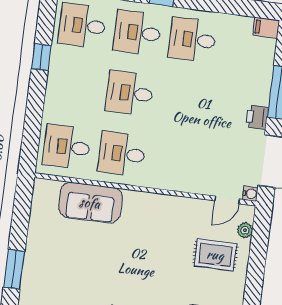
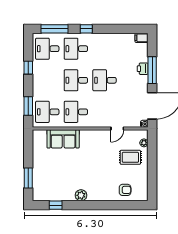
desk: (192, 40) -> (105, 80), moved
printer: (257, 117) -> (143, 69), moved
window: (32, 131) -> (28, 106), added
door: (227, 200) -> (117, 129), moved

